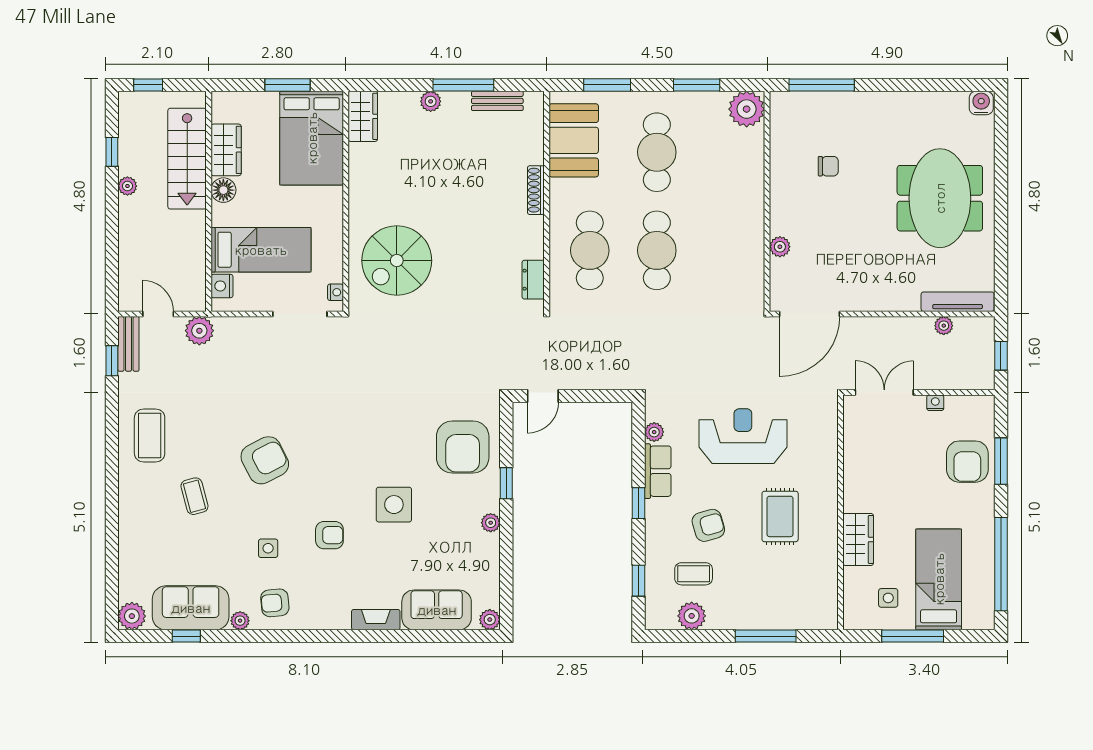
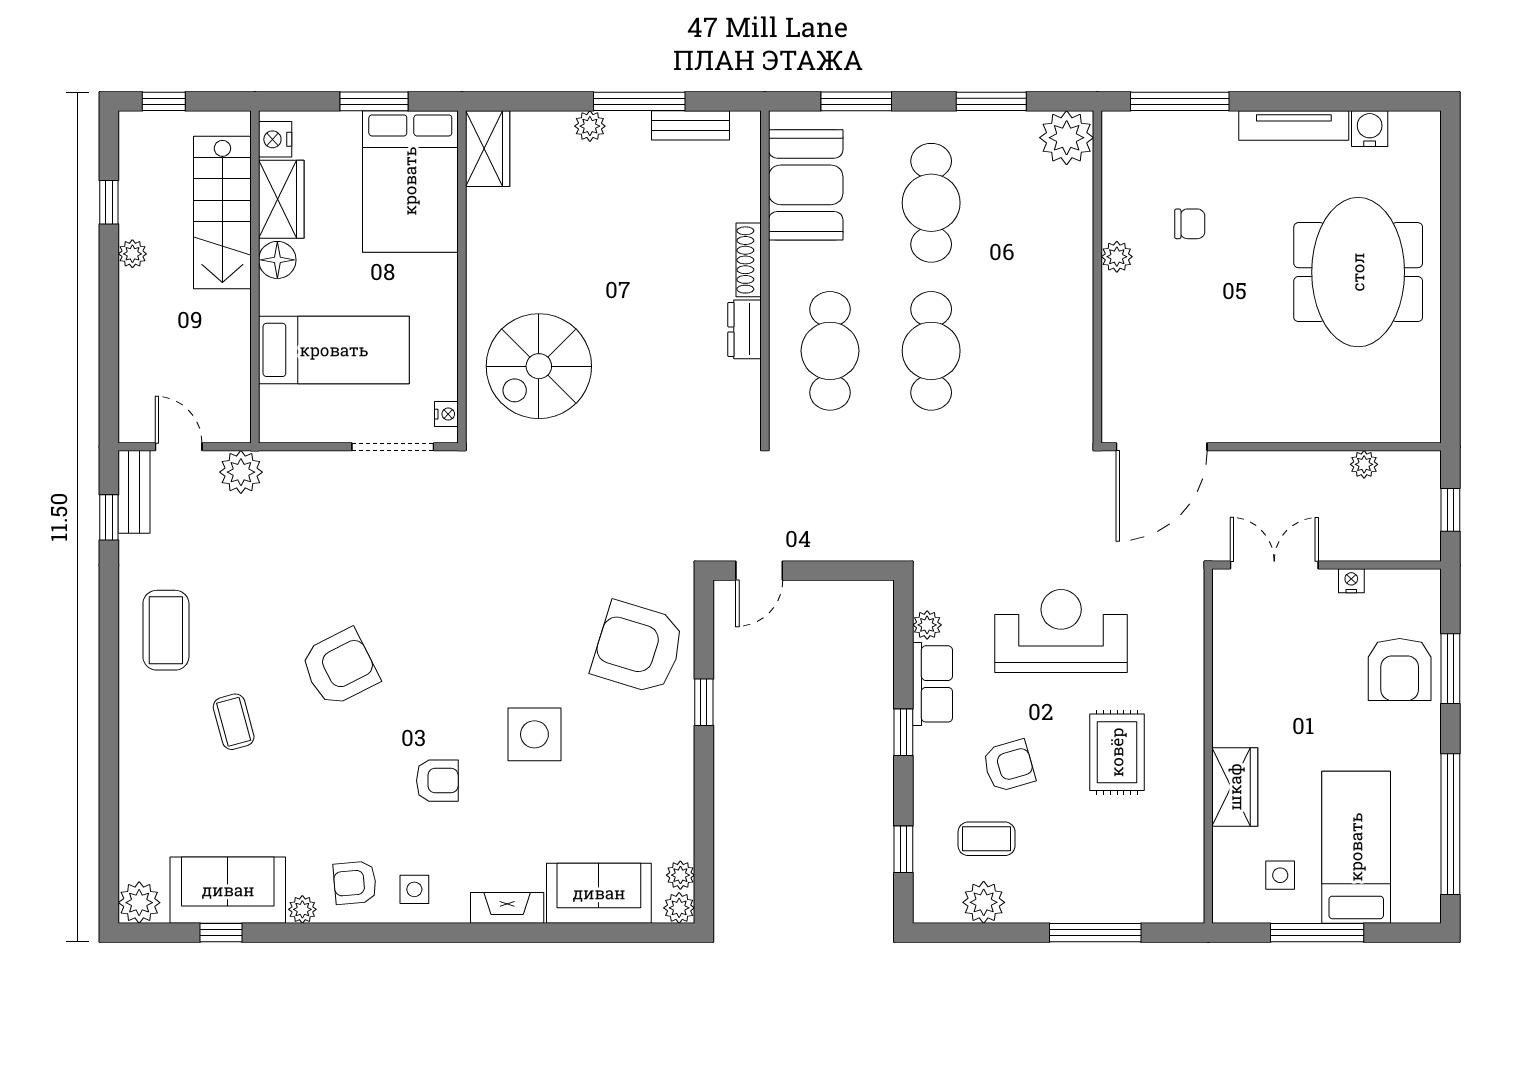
water cooler: (981, 103) -> (1370, 129), moved
plant: (780, 247) -> (1117, 257), moved
dresser: (533, 280) -> (745, 329), moved
nightstand: (222, 286) -> (275, 139), moved
tv unit: (958, 302) -> (1294, 125), moved, turned 180
armchair: (463, 447) -> (638, 648), turned 107
plant: (491, 523) -> (680, 875), moved
side table: (268, 548) -> (414, 889), moved

